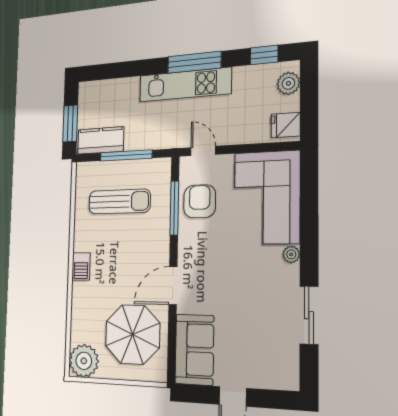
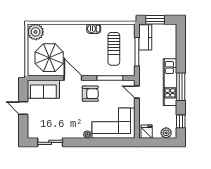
door: (203, 151) -> (137, 92), swing flipped
armchair: (200, 201) -> (90, 94), moved
barbecue: (81, 267) -> (94, 29), moved
sliding door: (309, 315) -> (50, 142), moved

